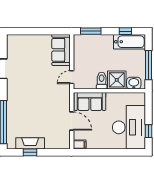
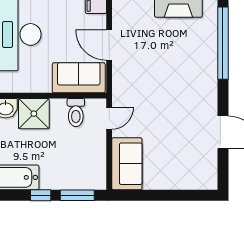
window: (125, 31) -> (41, 195), moved
toilet: (102, 81) -> (76, 113), moved

